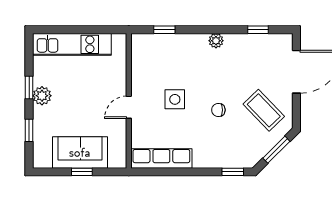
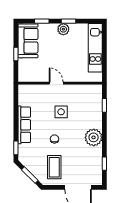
plant: (216, 41) -> (94, 137), width x1.88, depth x1.88
coffee table: (264, 110) -> (54, 167), turned -46
sofa: (80, 153) -> (28, 41), moved
row of seats: (161, 158) -> (24, 125), moved

